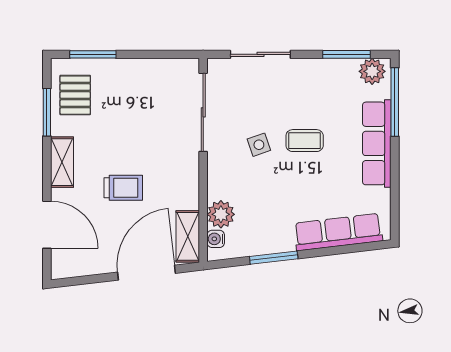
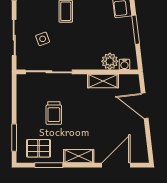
side table: (259, 145) -> (43, 39), moved
trolley: (123, 188) -> (54, 113), moved, turned 180
shelving: (188, 236) -> (103, 81), moved
door: (147, 273) -> (145, 106), width x0.73

